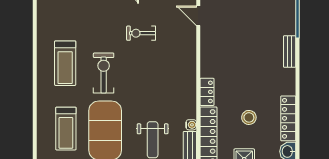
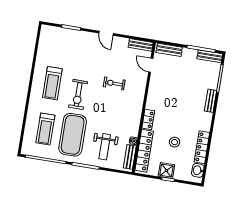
exercise bike: (141, 33) -> (114, 83), moved
exercise bike: (104, 73) -> (78, 94), turned 180

